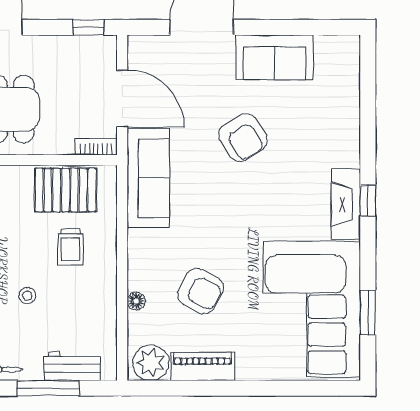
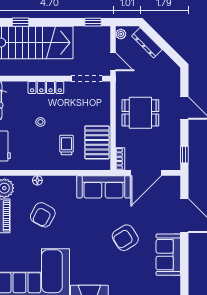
trolley: (70, 247) -> (67, 145), turned 90

